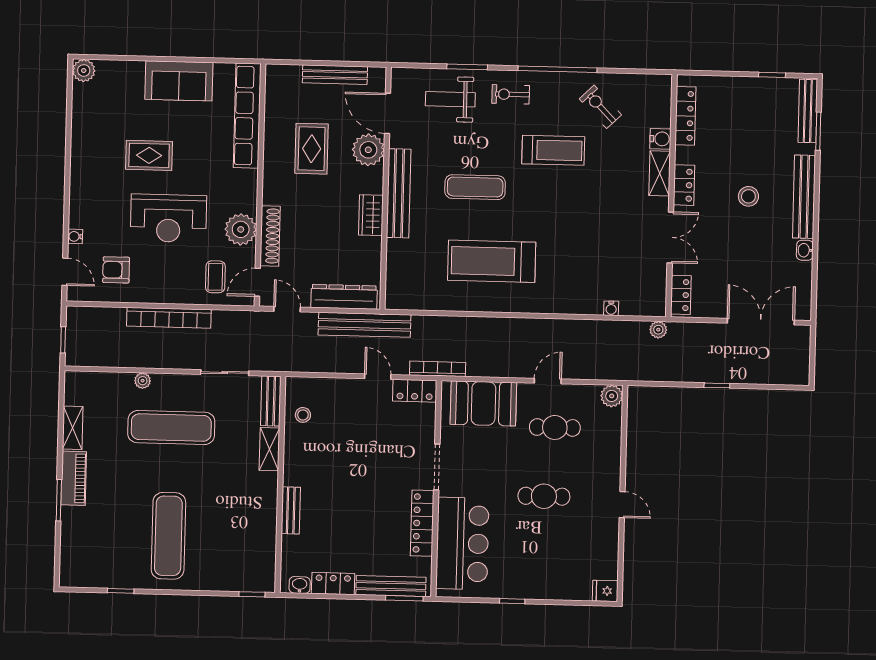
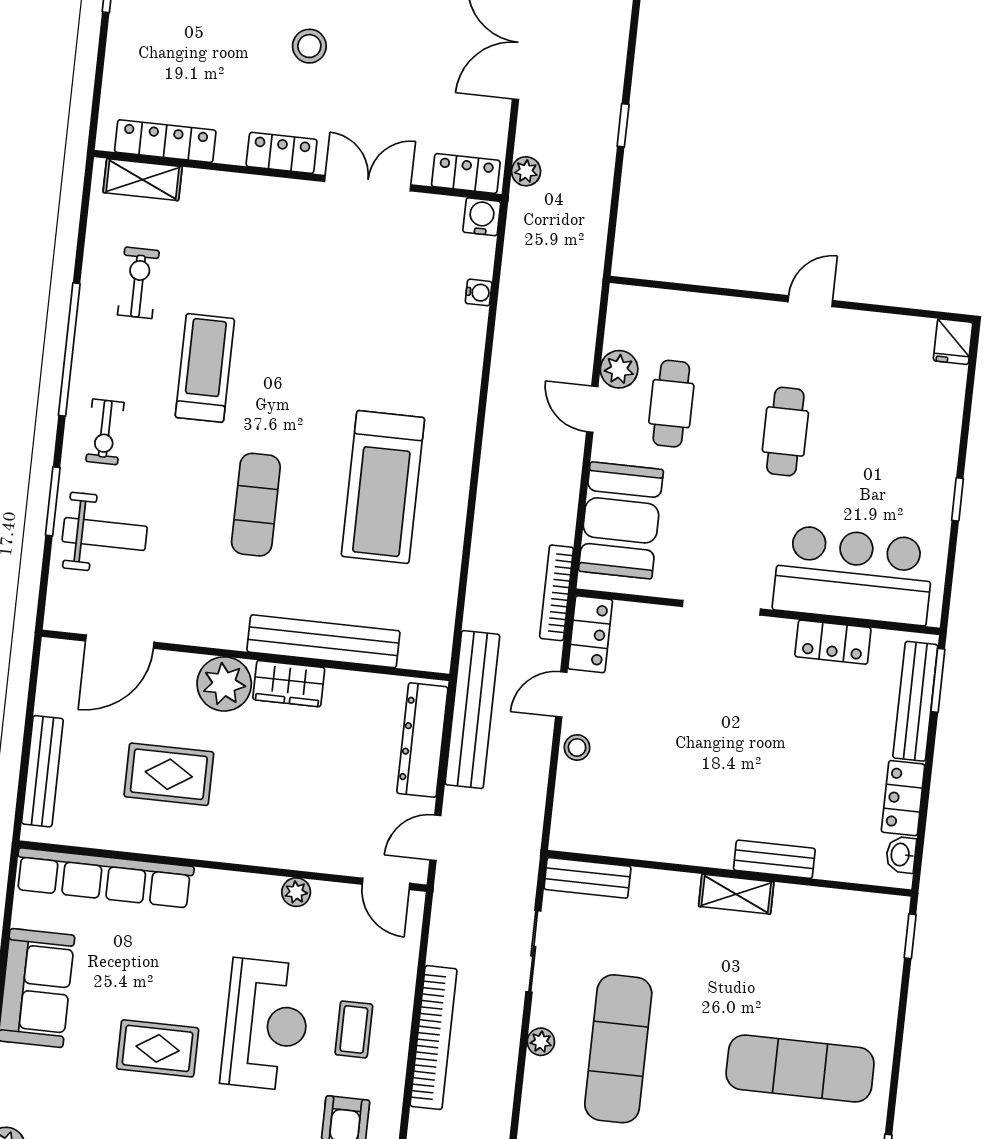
bench: (335, 75) -> (42, 771), moved
weight bench: (450, 99) -> (105, 534), turned -90
exercise bike: (600, 107) -> (138, 283), turned 134
water cooler: (660, 139) -> (482, 217), moved
plant: (368, 150) -> (224, 684), moved
rug: (149, 155) -> (158, 1048), turned 90
shelving: (660, 173) -> (143, 180), moved
bench: (399, 193) -> (323, 641), moved
plant: (241, 229) -> (296, 892), width x0.53, depth x0.53
shoe rack: (270, 236) -> (310, 856), removed
coffee table: (215, 277) -> (354, 1029), moved, turned 90
plant: (658, 330) -> (526, 171), moved
plant: (143, 381) -> (541, 1042), moved
plant: (612, 396) -> (619, 369), moved
stool: (303, 415) -> (577, 747), moved
shelving: (269, 449) -> (736, 894), moved
locker: (422, 523) -> (833, 642), width x0.66

